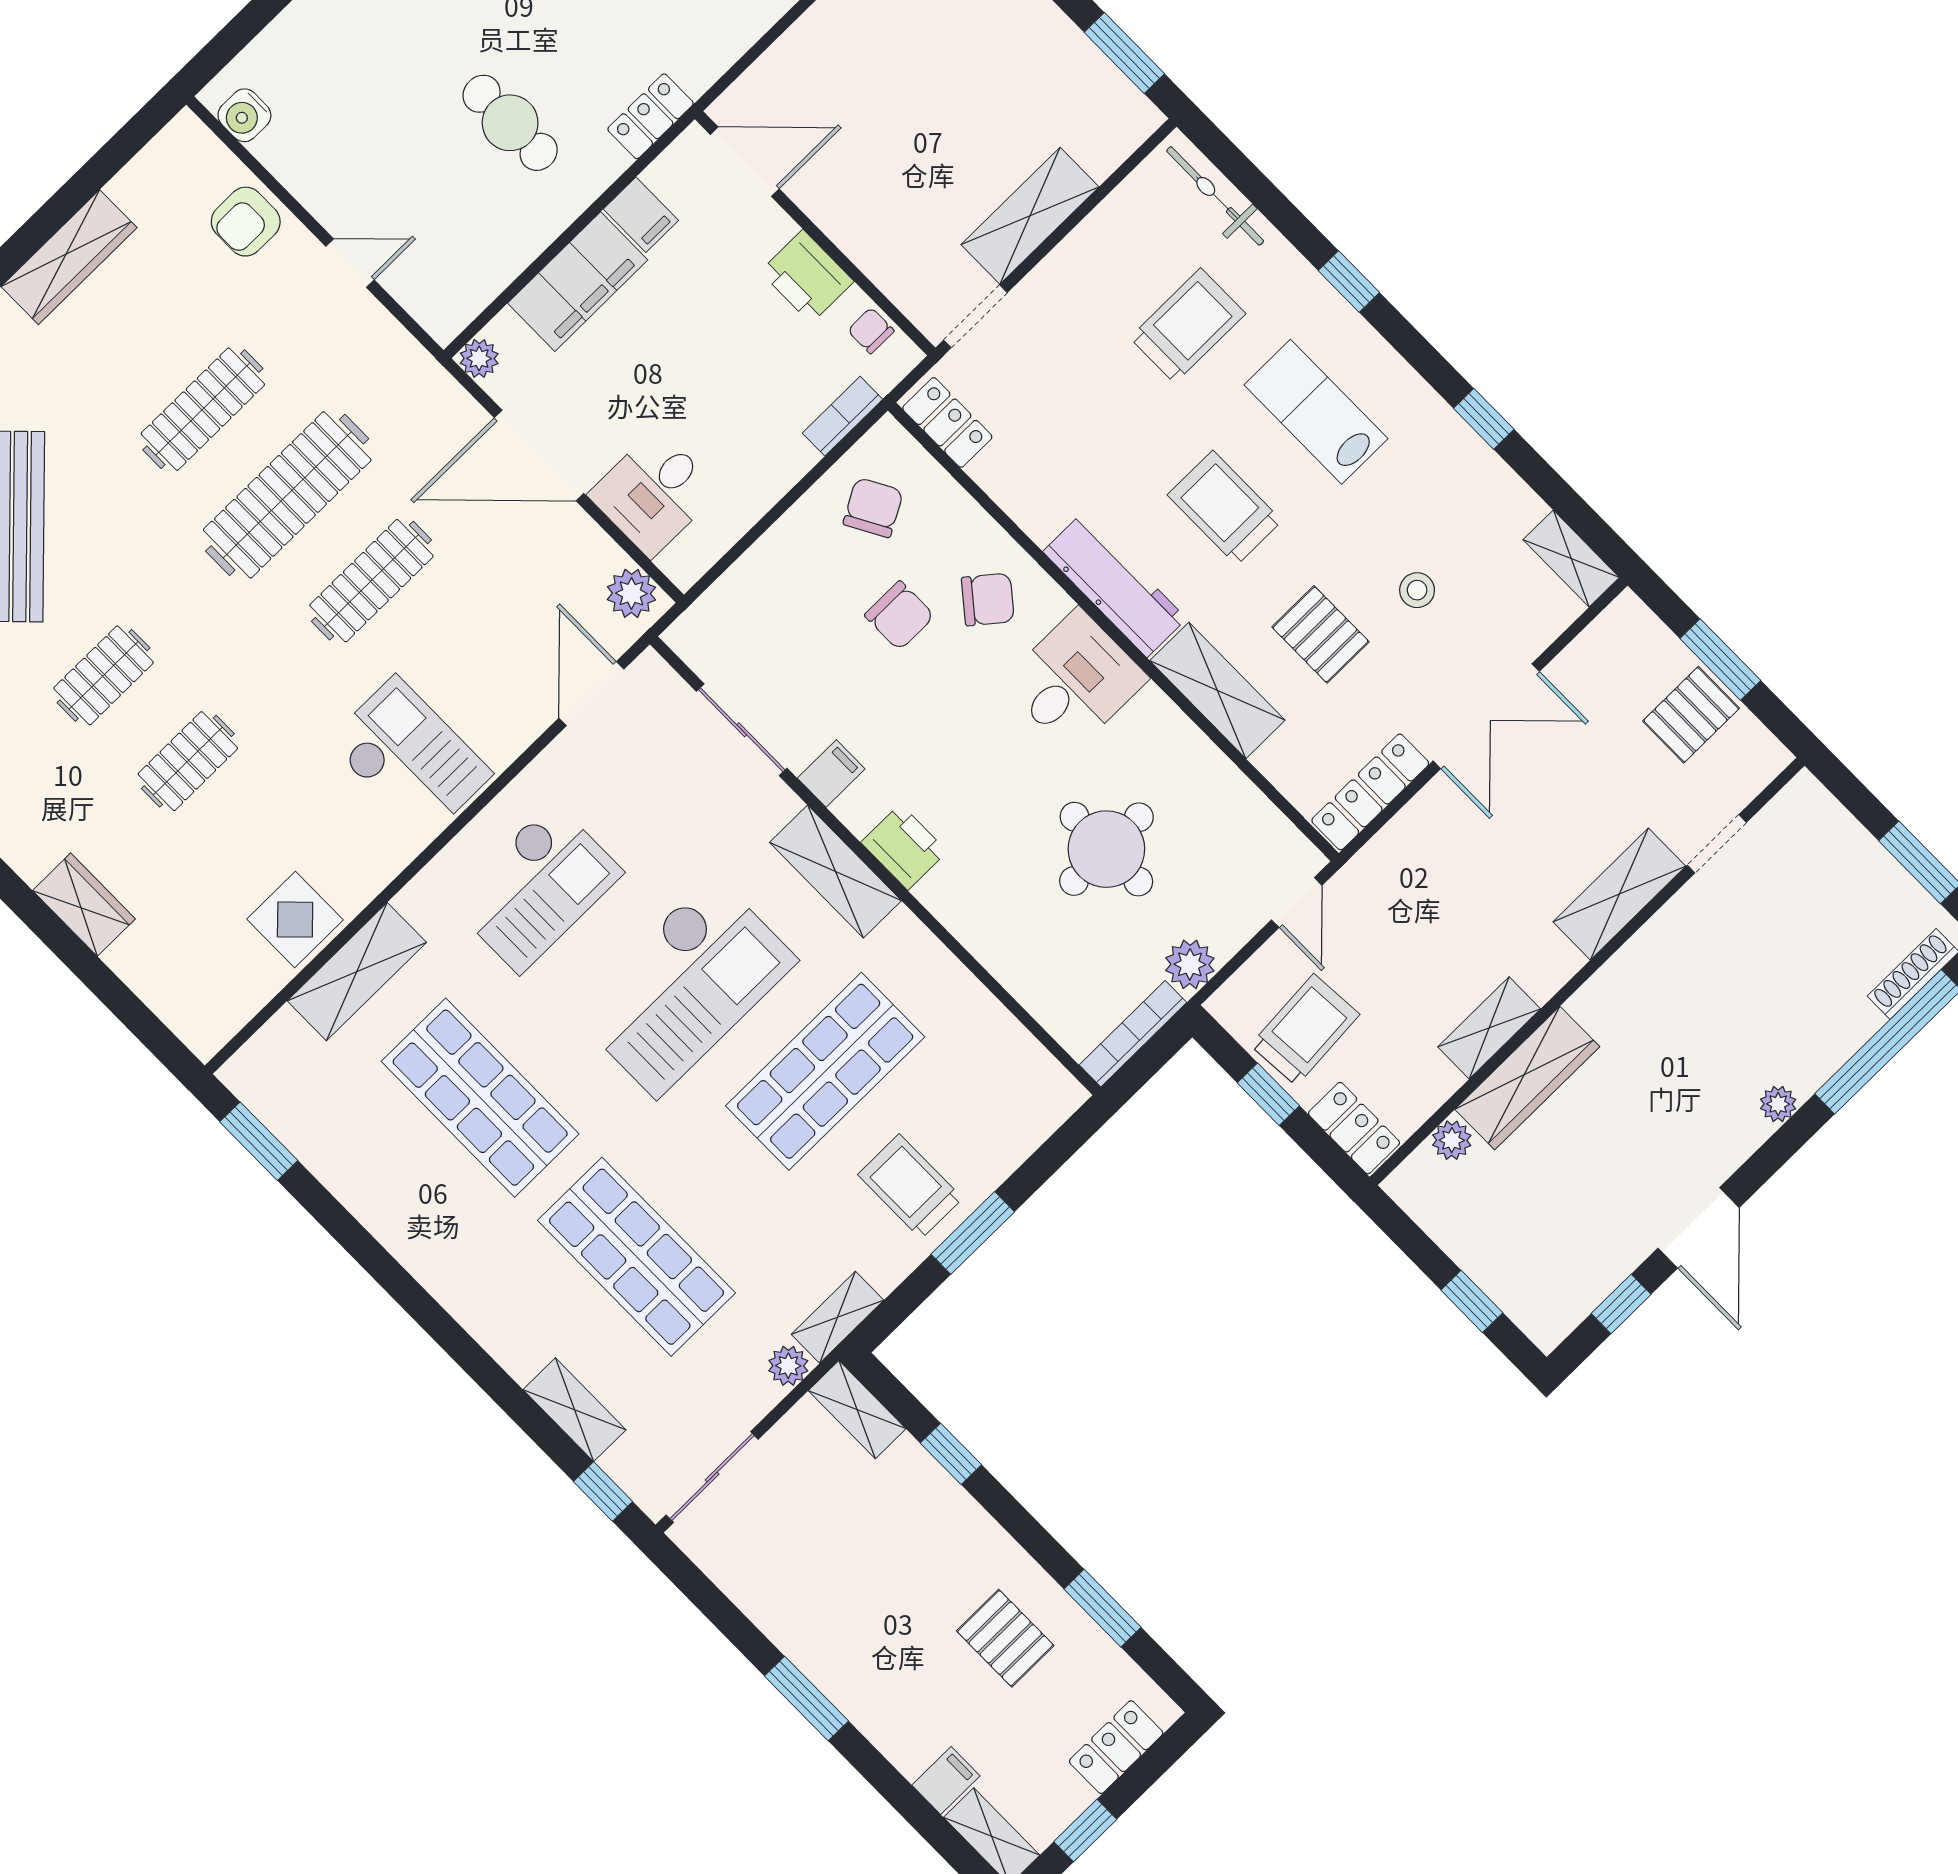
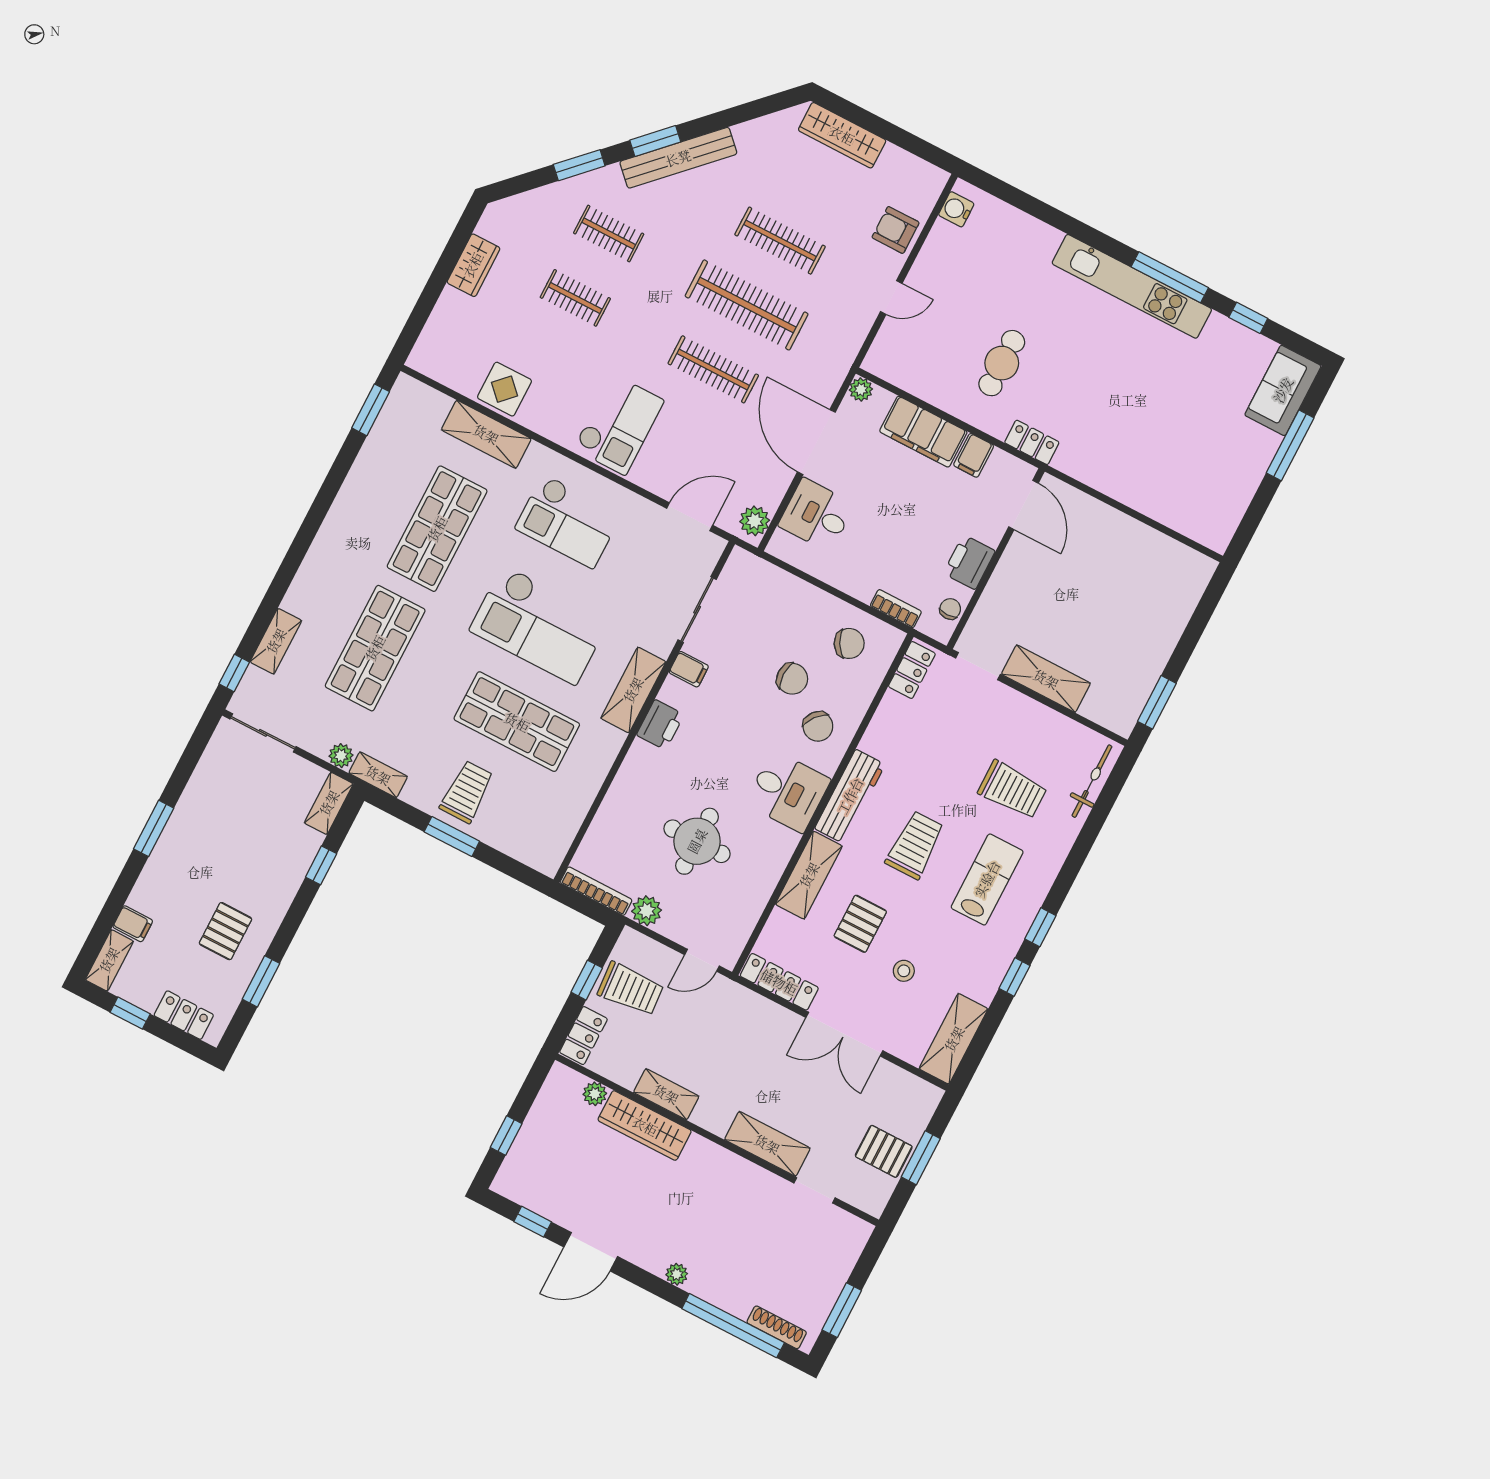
door: (350, 263) -> (891, 298), hinge flipped
window: (1349, 282) -> (1040, 927), moved
shelving: (1571, 559) -> (954, 1039), width x1.50, depth x1.33
chair: (899, 616) -> (792, 679), turned -90

